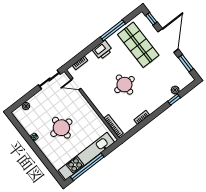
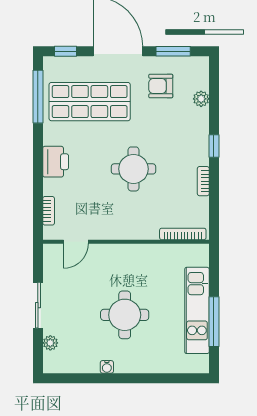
window: (113, 30) -> (38, 97), moved
armchair: (167, 69) -> (161, 86), added
sliding door: (49, 80) -> (38, 305), moved
window: (174, 99) -> (214, 146), moved
kitchen unit: (86, 156) -> (197, 310), width x0.73
window: (87, 167) -> (214, 322), width x0.68

